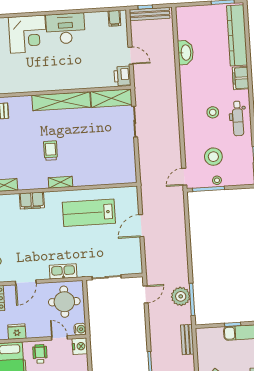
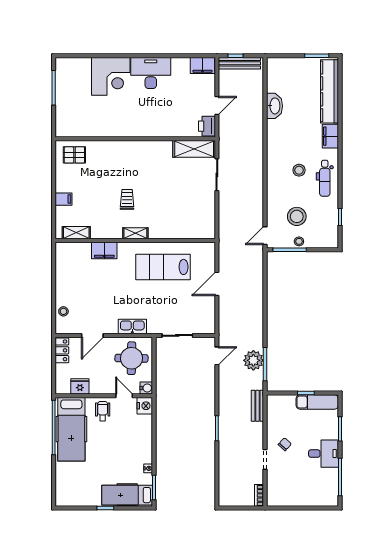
filing cabinet: (114, 18) -> (202, 65), width x2.00
door: (131, 56) -> (217, 106), hinge flipped
shelving: (61, 101) -> (142, 149), removed

